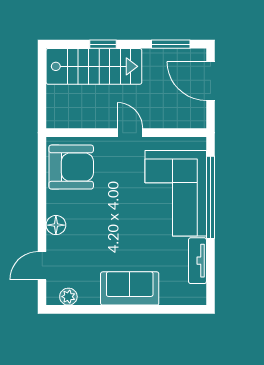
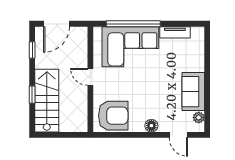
window: (171, 44) -> (32, 50), width x0.67
door: (130, 133) -> (90, 77), hinge flipped
armchair: (71, 167) -> (113, 116), turned 90
sofa: (130, 288) -> (193, 92), moved

